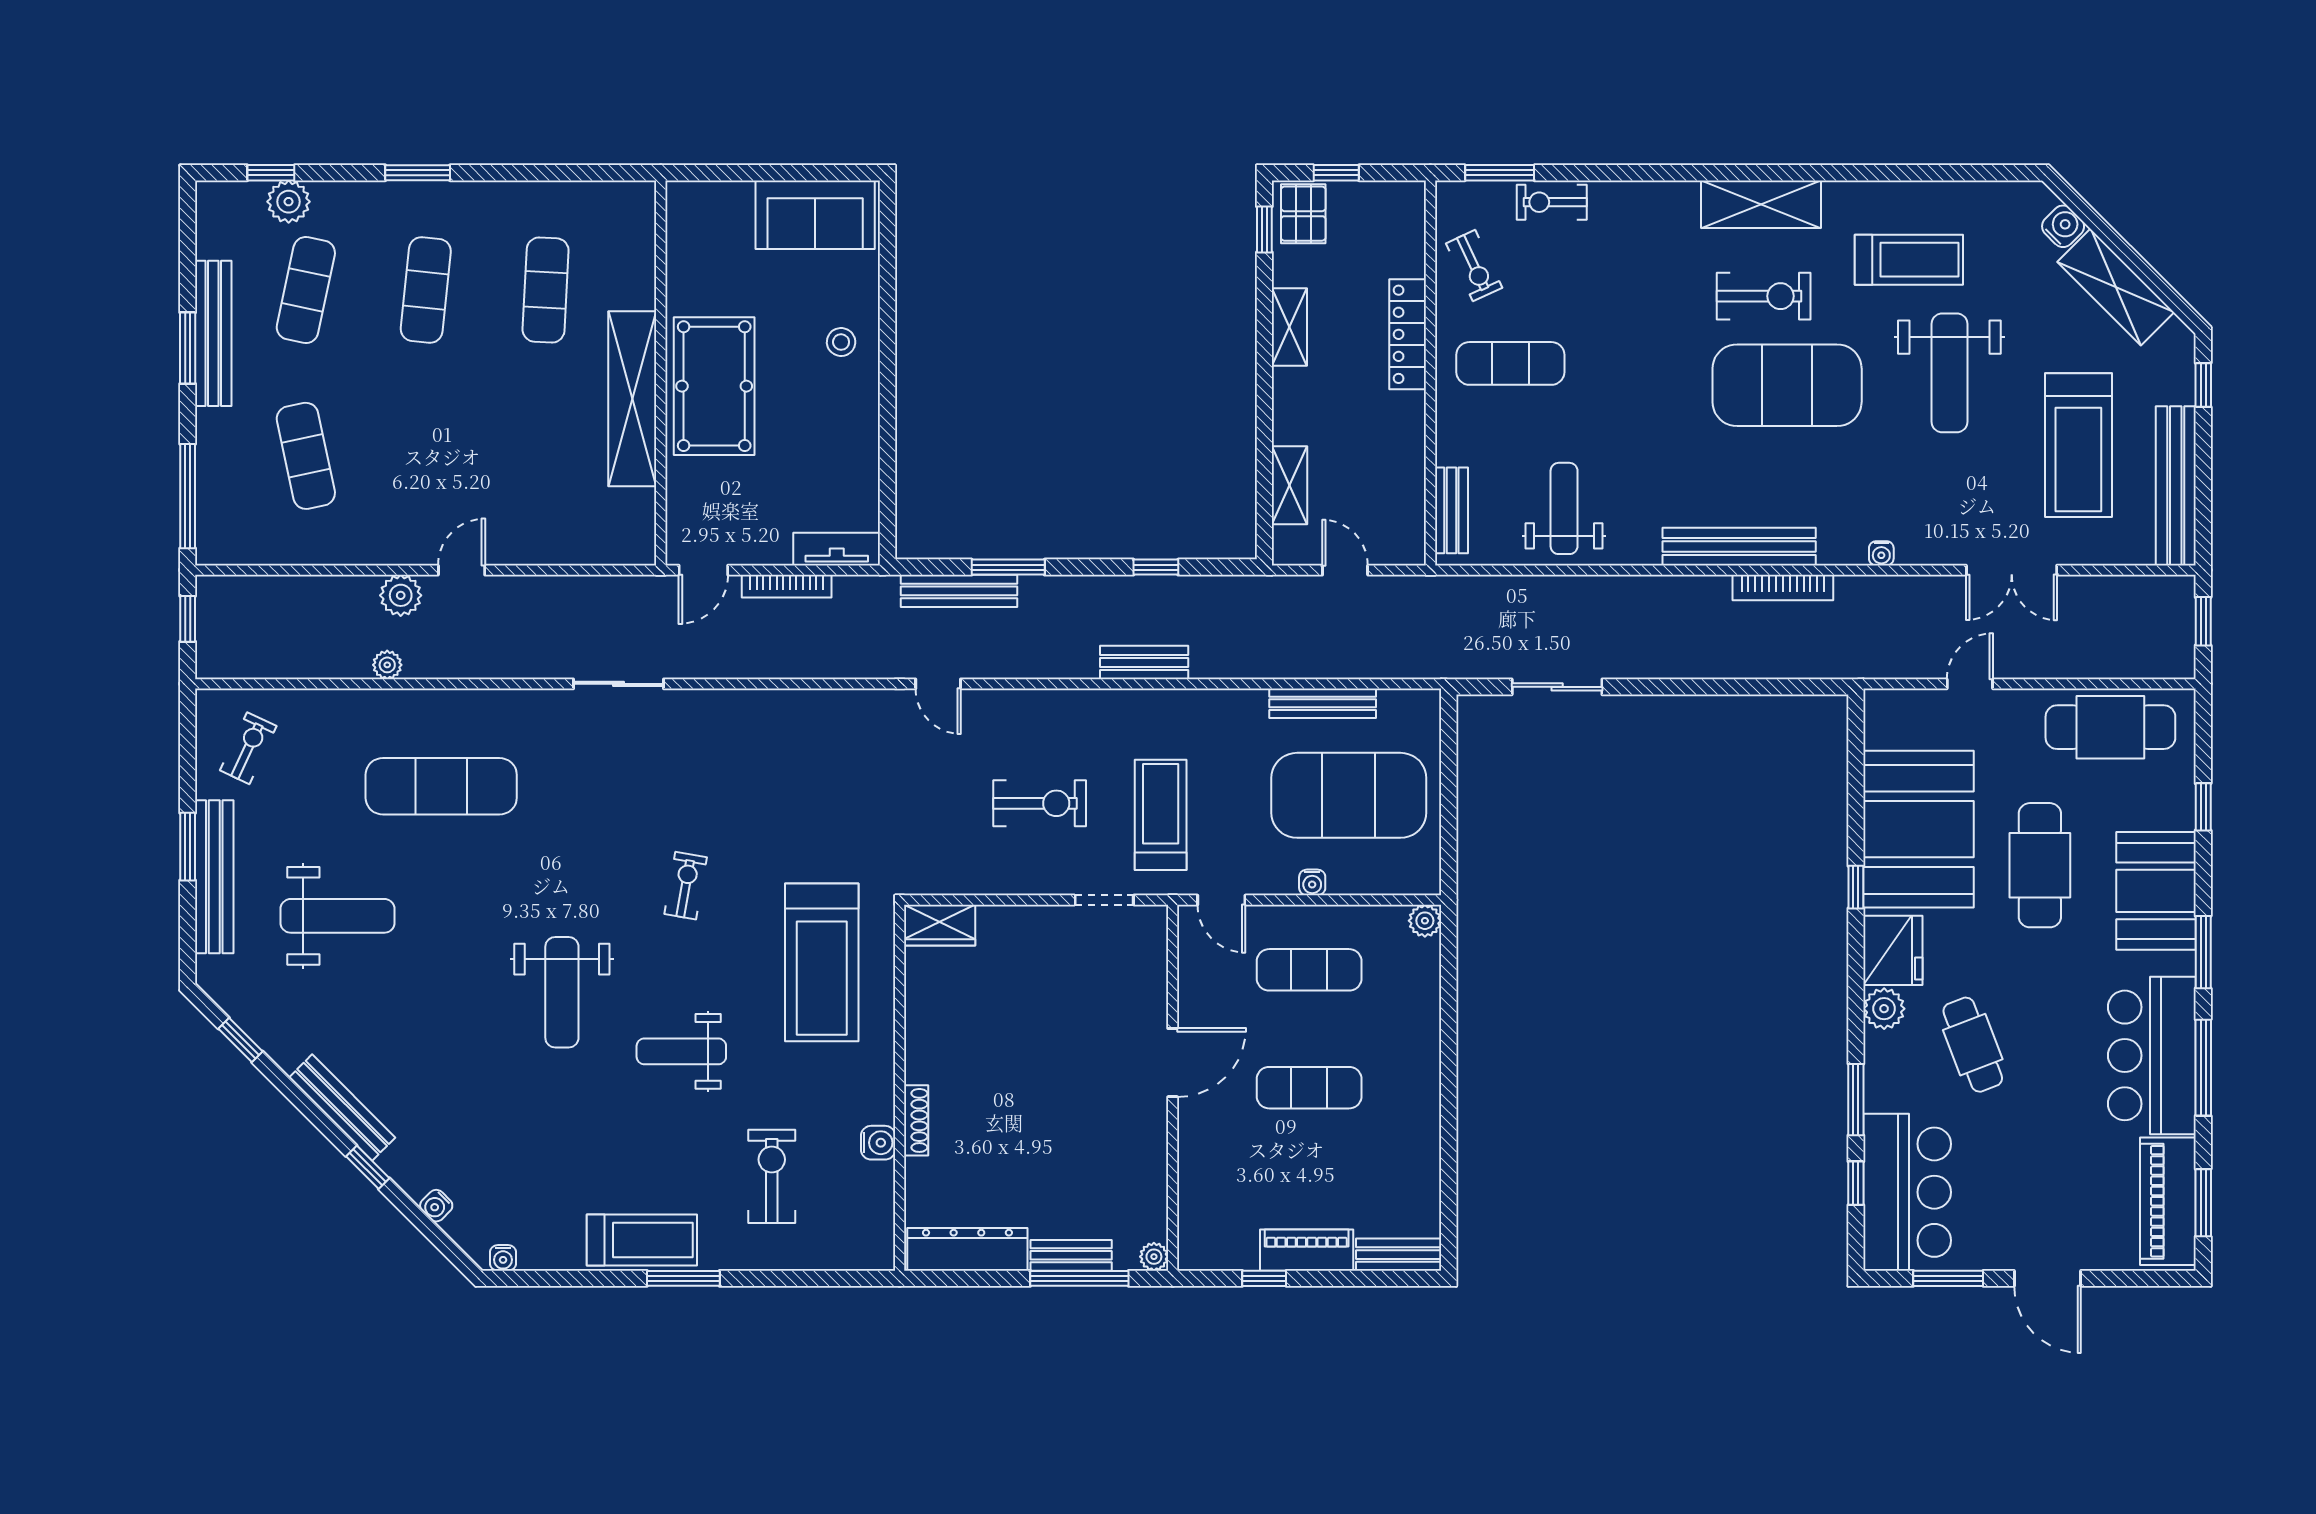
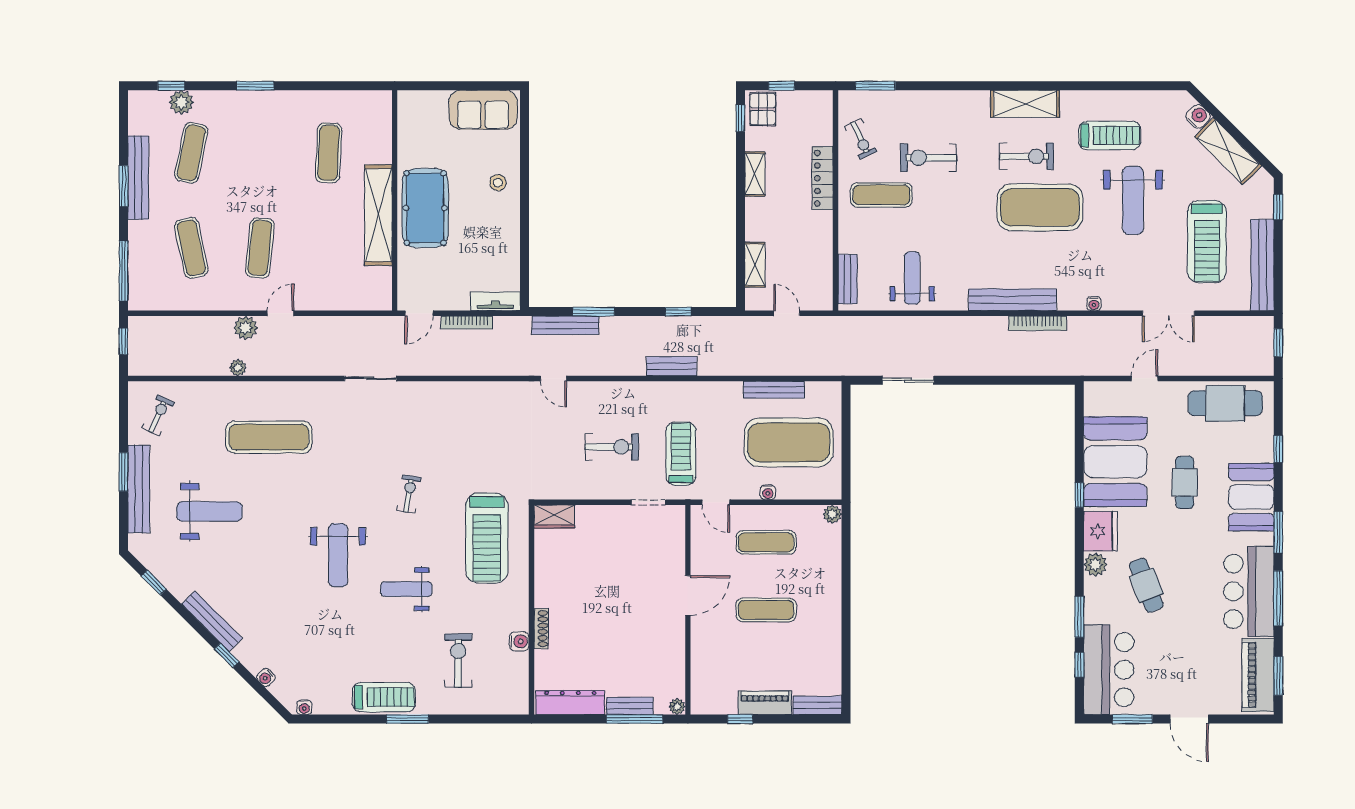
exercise bike: (1552, 202) -> (929, 158), moved, width x1.38, depth x1.39
exercise mat: (426, 290) -> (260, 248), moved
cafe table: (2040, 865) -> (1185, 482), width x0.73, depth x0.74

